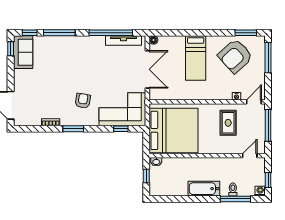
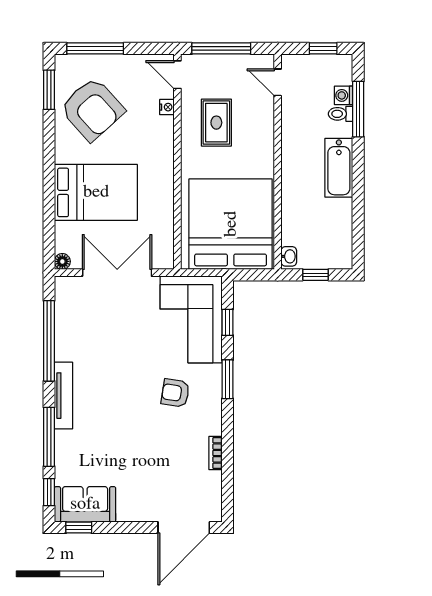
tv unit: (123, 41) -> (63, 396), moved
bed: (196, 58) -> (96, 192), width x1.50
rug: (228, 123) -> (216, 123), turned 90
window: (73, 129) -> (228, 379), moved
washing machine: (260, 191) -> (344, 95), moved

